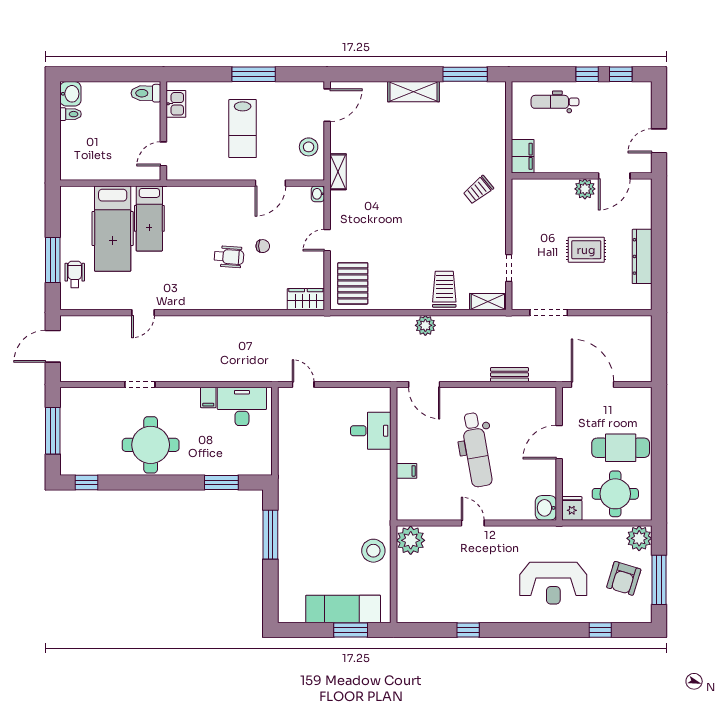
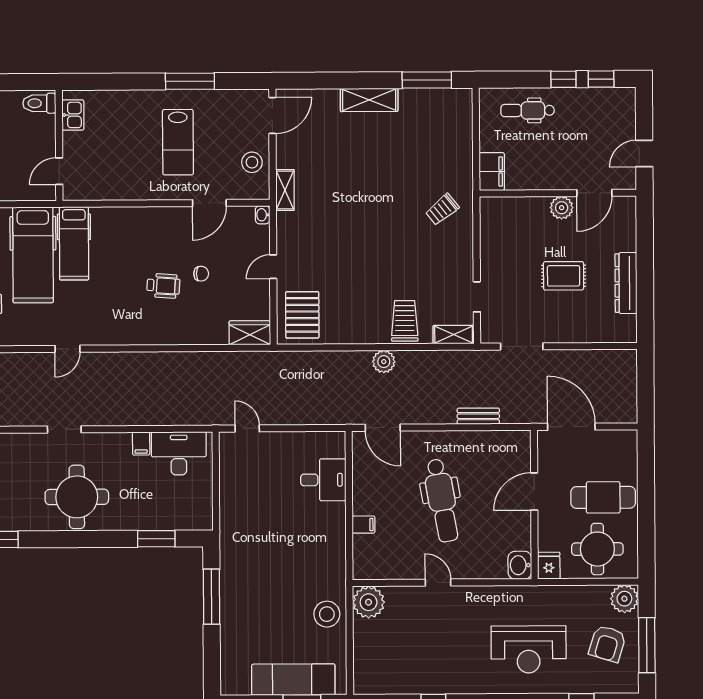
toilet: (146, 93) -> (39, 103), moved
kitchen sink: (176, 104) -> (73, 115), moved
wall: (163, 131) -> (59, 145), moved
door: (163, 154) -> (59, 171), moved

